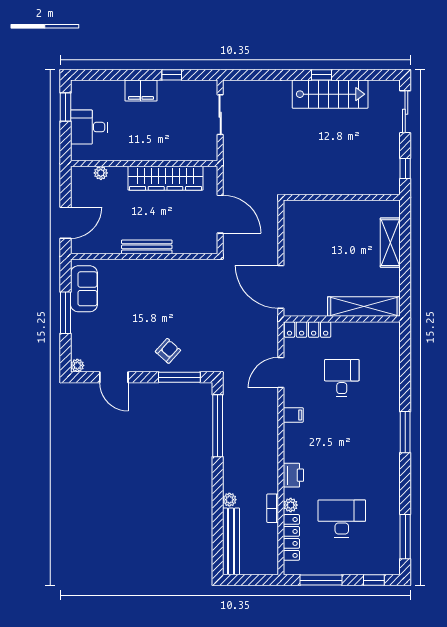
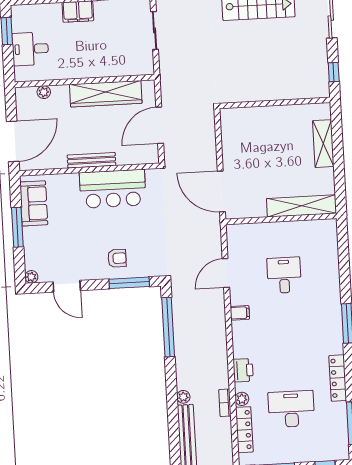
door: (220, 214) -> (160, 125), swing flipped
door: (66, 223) -> (13, 141), width x1.36
bar counter: (167, 278) -> (113, 189), added
locker: (308, 329) -> (338, 378), moved, turned 90
armchair: (168, 351) -> (117, 258), turned 48

